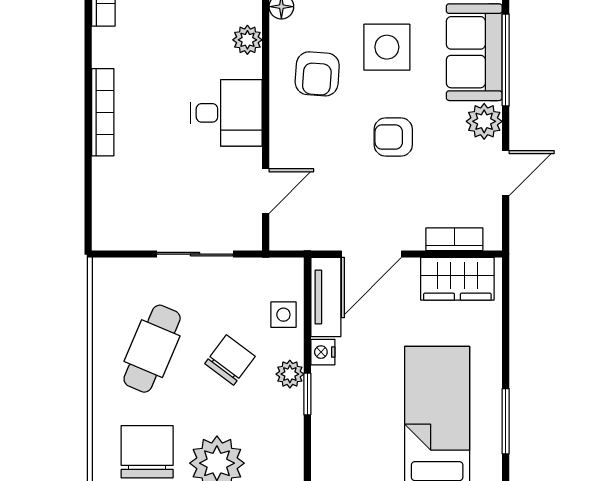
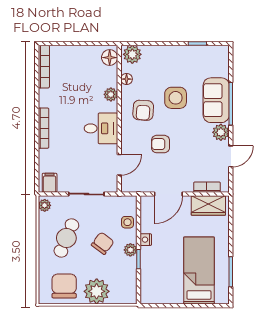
armchair: (393, 137) -> (160, 144), moved
filing cabinet: (116, 230) -> (50, 183), added
plant: (105, 278) -> (45, 205), added
tv unit: (326, 297) -> (147, 214), removed

